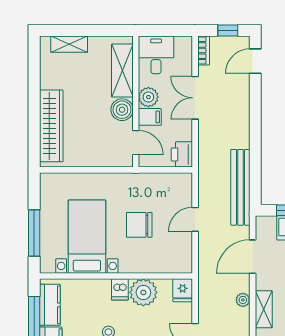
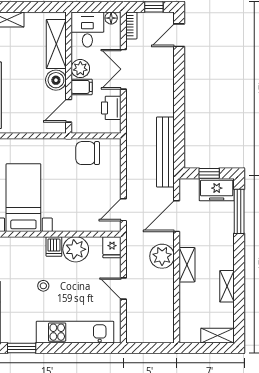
floor lamp: (182, 42) -> (111, 18), added
door: (136, 143) -> (69, 111), swing flipped
printer: (182, 154) -> (111, 108), moved
door: (195, 219) -> (123, 210), moved
chair: (139, 225) -> (88, 153), moved
plant: (243, 300) -> (162, 256), width x1.88, depth x1.88

